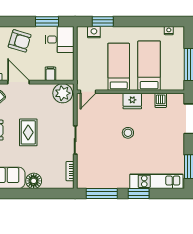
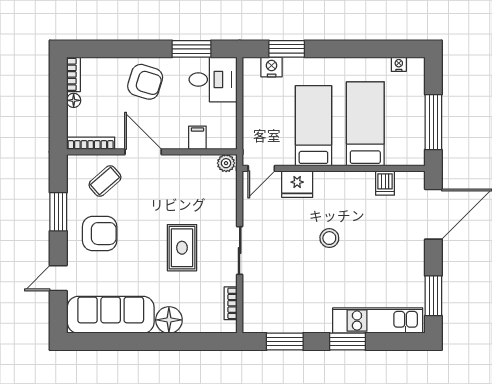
plant: (63, 93) -> (226, 163), width x0.53, depth x0.53
fridge: (132, 101) -> (297, 184), moved
rug: (28, 132) -> (182, 248), moved
window: (102, 194) -> (285, 341), width x0.69

